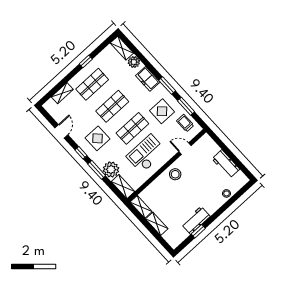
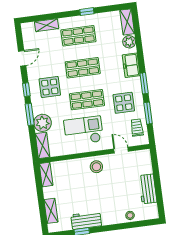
shelving: (157, 224) -> (51, 211), moved

